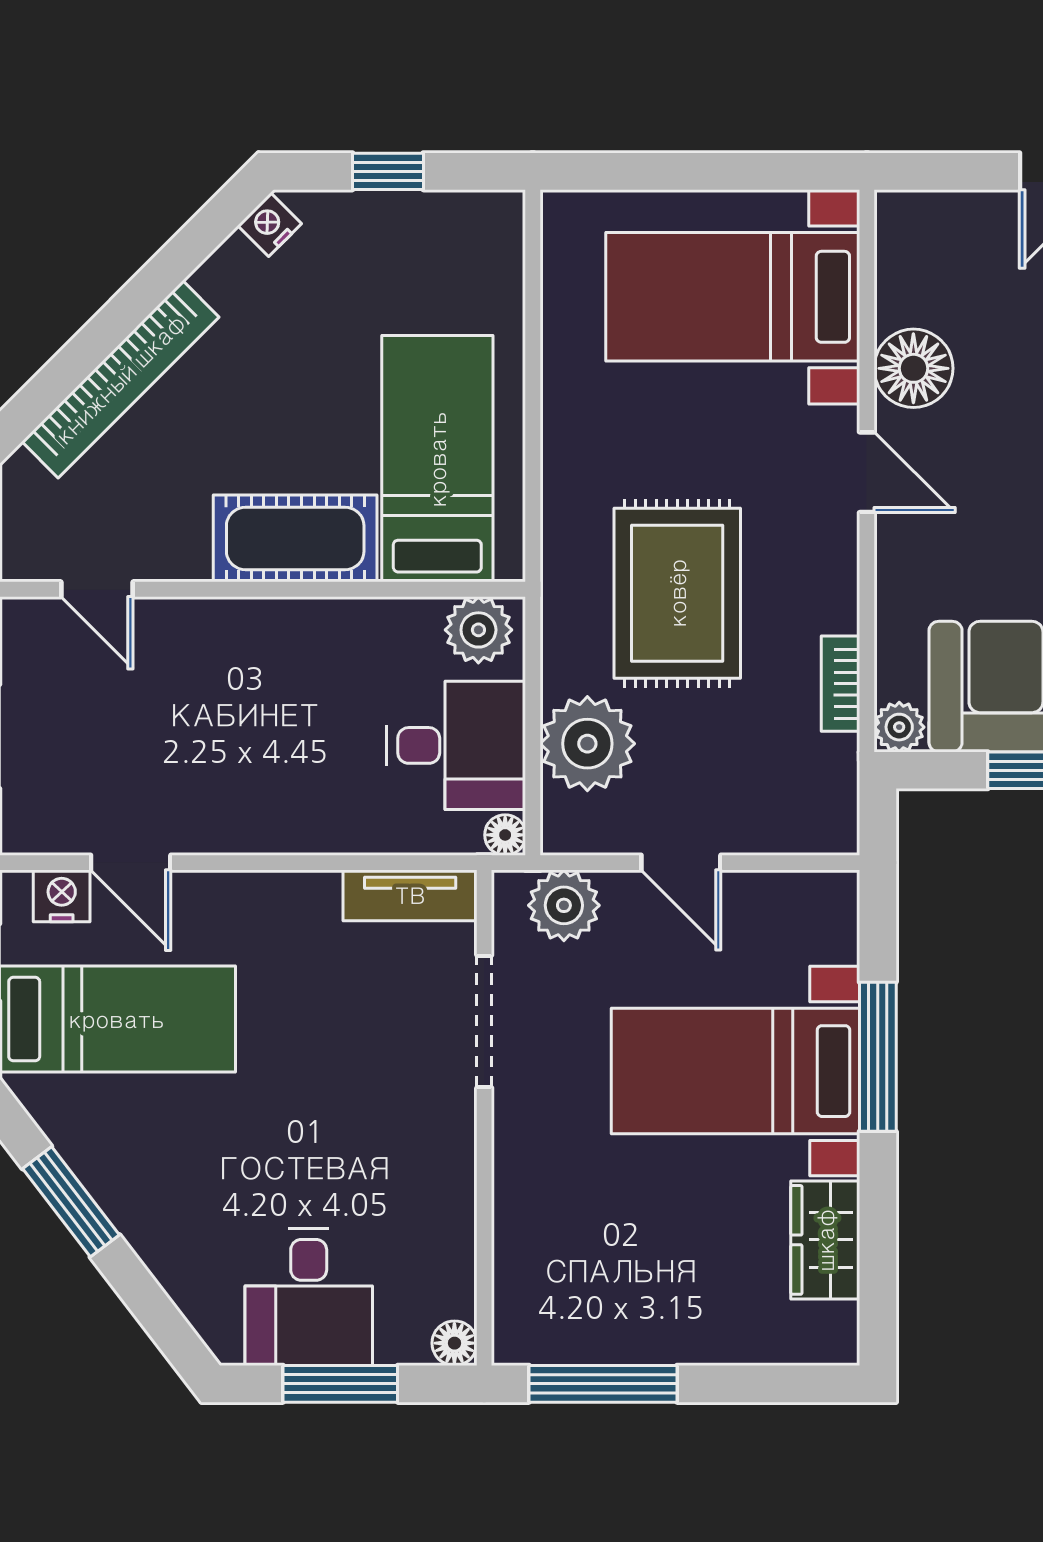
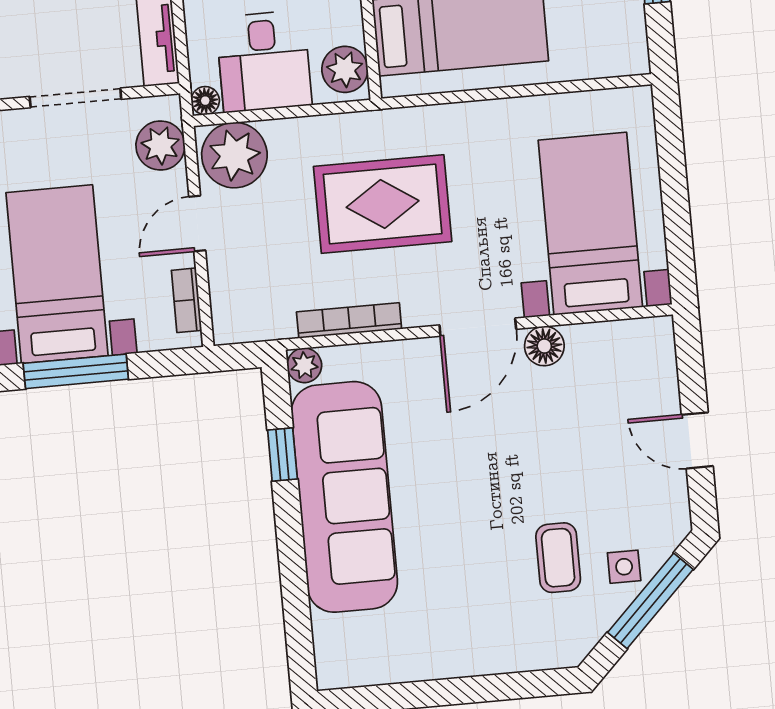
floor lamp: (913, 368) -> (544, 346), width x0.73, depth x0.73
door: (867, 472) -> (478, 327), width x1.38
bookcase: (840, 684) -> (349, 320), width x1.56
plant: (587, 744) -> (234, 155), moved
bookcase: (790, 888) -> (187, 300), added

